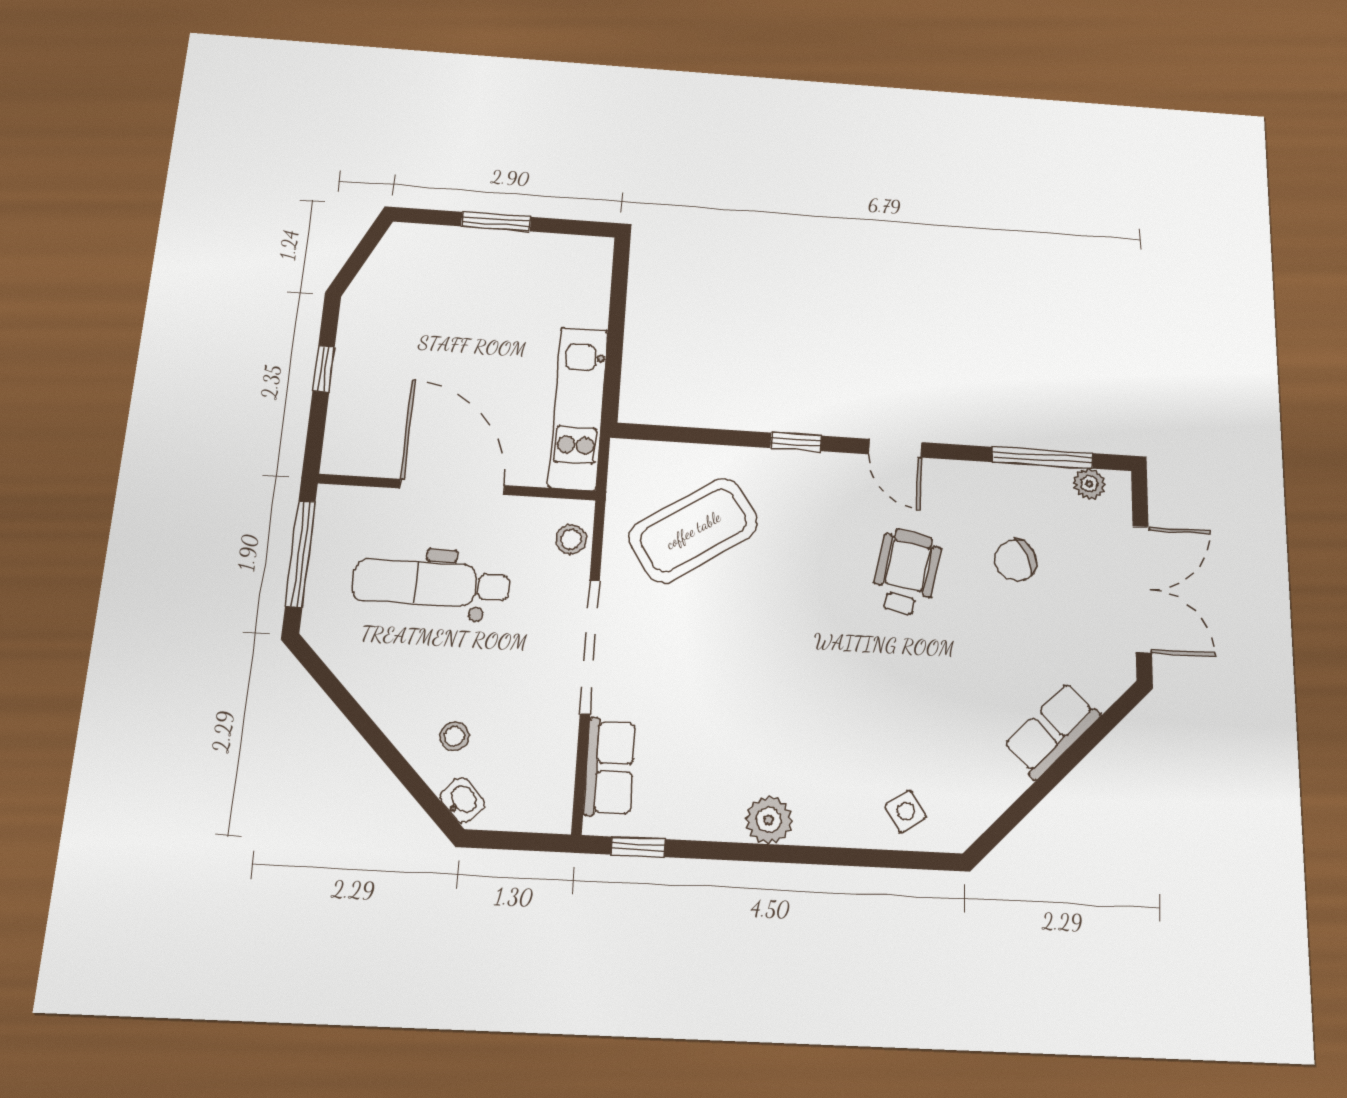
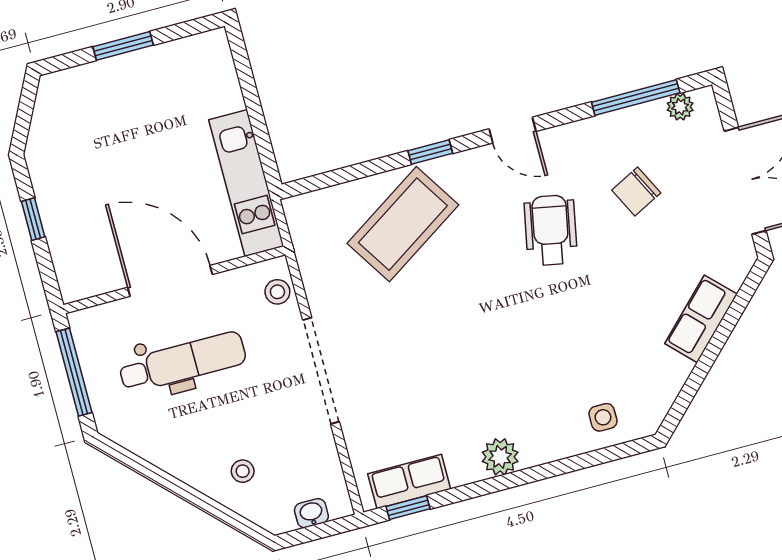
coffee table: (693, 530) -> (403, 224), moved
dental chair: (432, 584) -> (182, 362), turned 180
row of seats: (610, 767) -> (409, 481), moved, turned -90
washbasin: (462, 800) -> (311, 513), moved, turned -45
side table: (906, 811) -> (603, 417), turned 33

